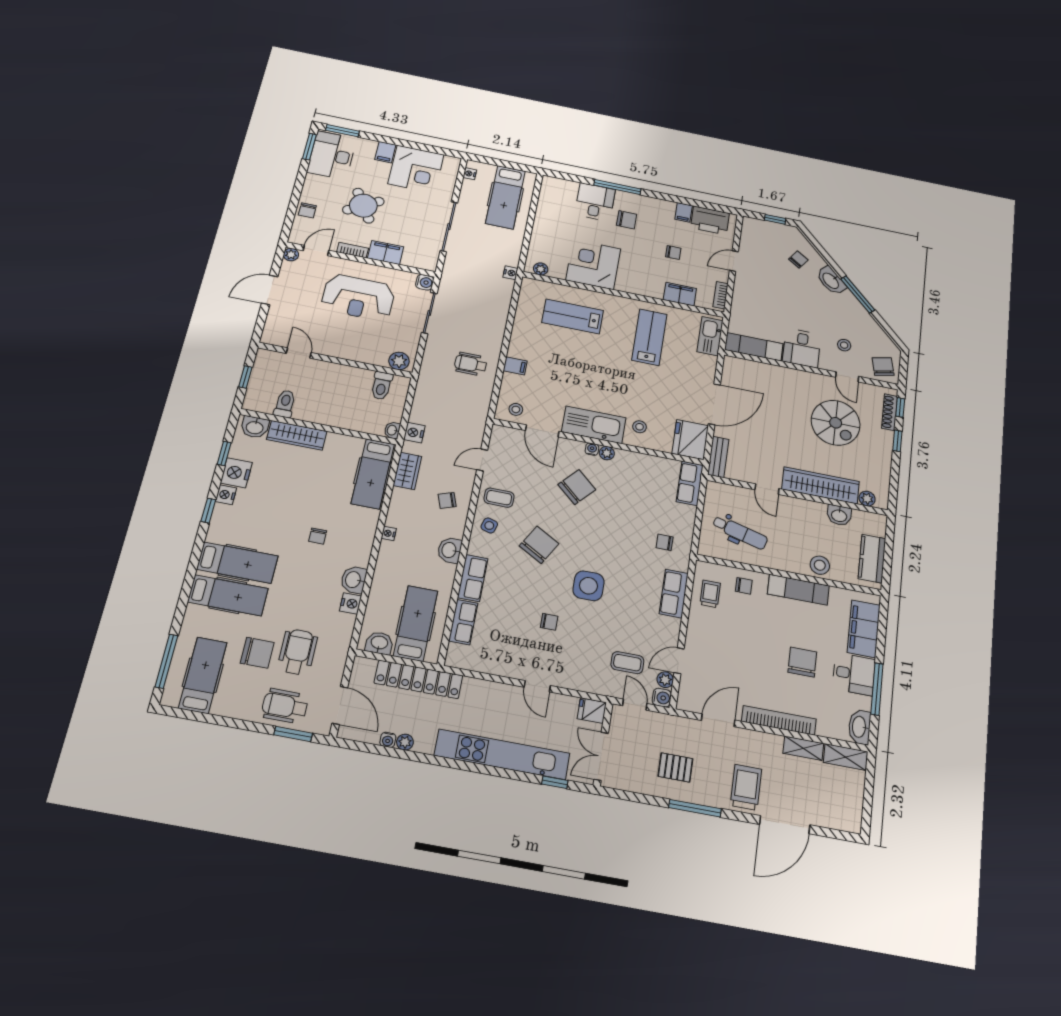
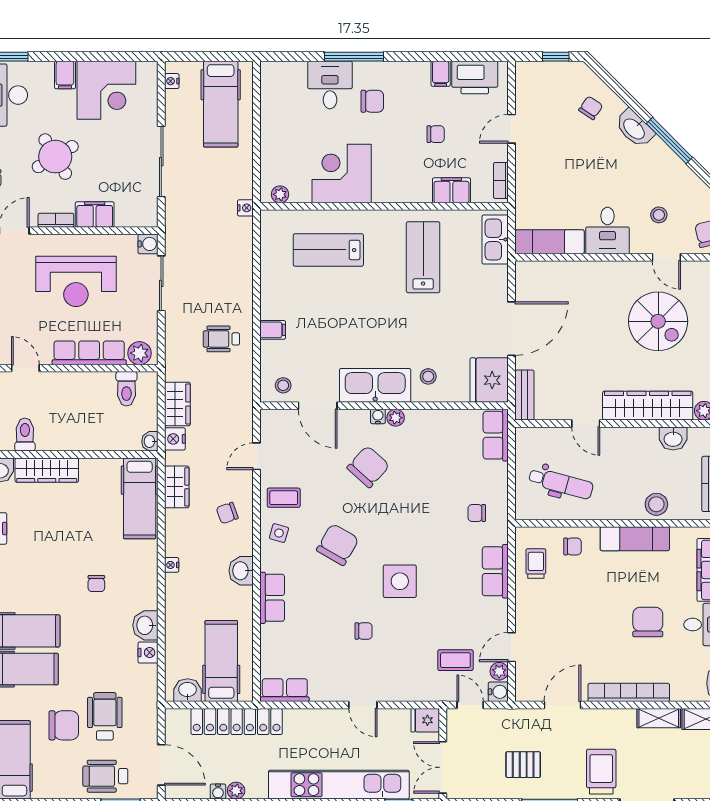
row of seats: (356, 352) -> (89, 353), added
wardrobe: (422, 406) -> (177, 404), added
row of seats: (463, 622) -> (285, 690), moved, turned -90

